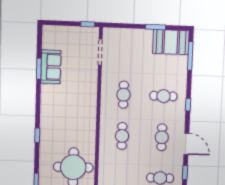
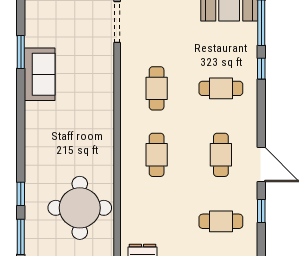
sofa: (51, 67) -> (40, 74), moved
window: (188, 105) -> (261, 69), moved
window: (37, 135) -> (21, 194), moved

